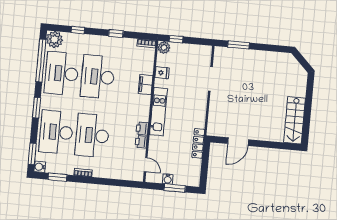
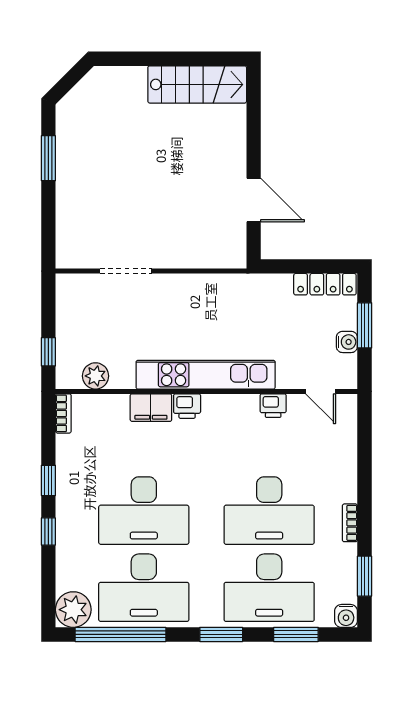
window: (78, 30) -> (48, 531), moved
window: (239, 45) -> (48, 158), moved
plant: (164, 48) -> (96, 376), moved
fridge: (162, 73) -> (122, 375), removed
kitchen unit: (159, 112) -> (206, 375), width x1.36
printer: (142, 129) -> (187, 406), moved
locker: (198, 143) -> (325, 284), moved
window: (32, 154) -> (296, 634), moved
door: (146, 165) -> (321, 391), swing flipped

